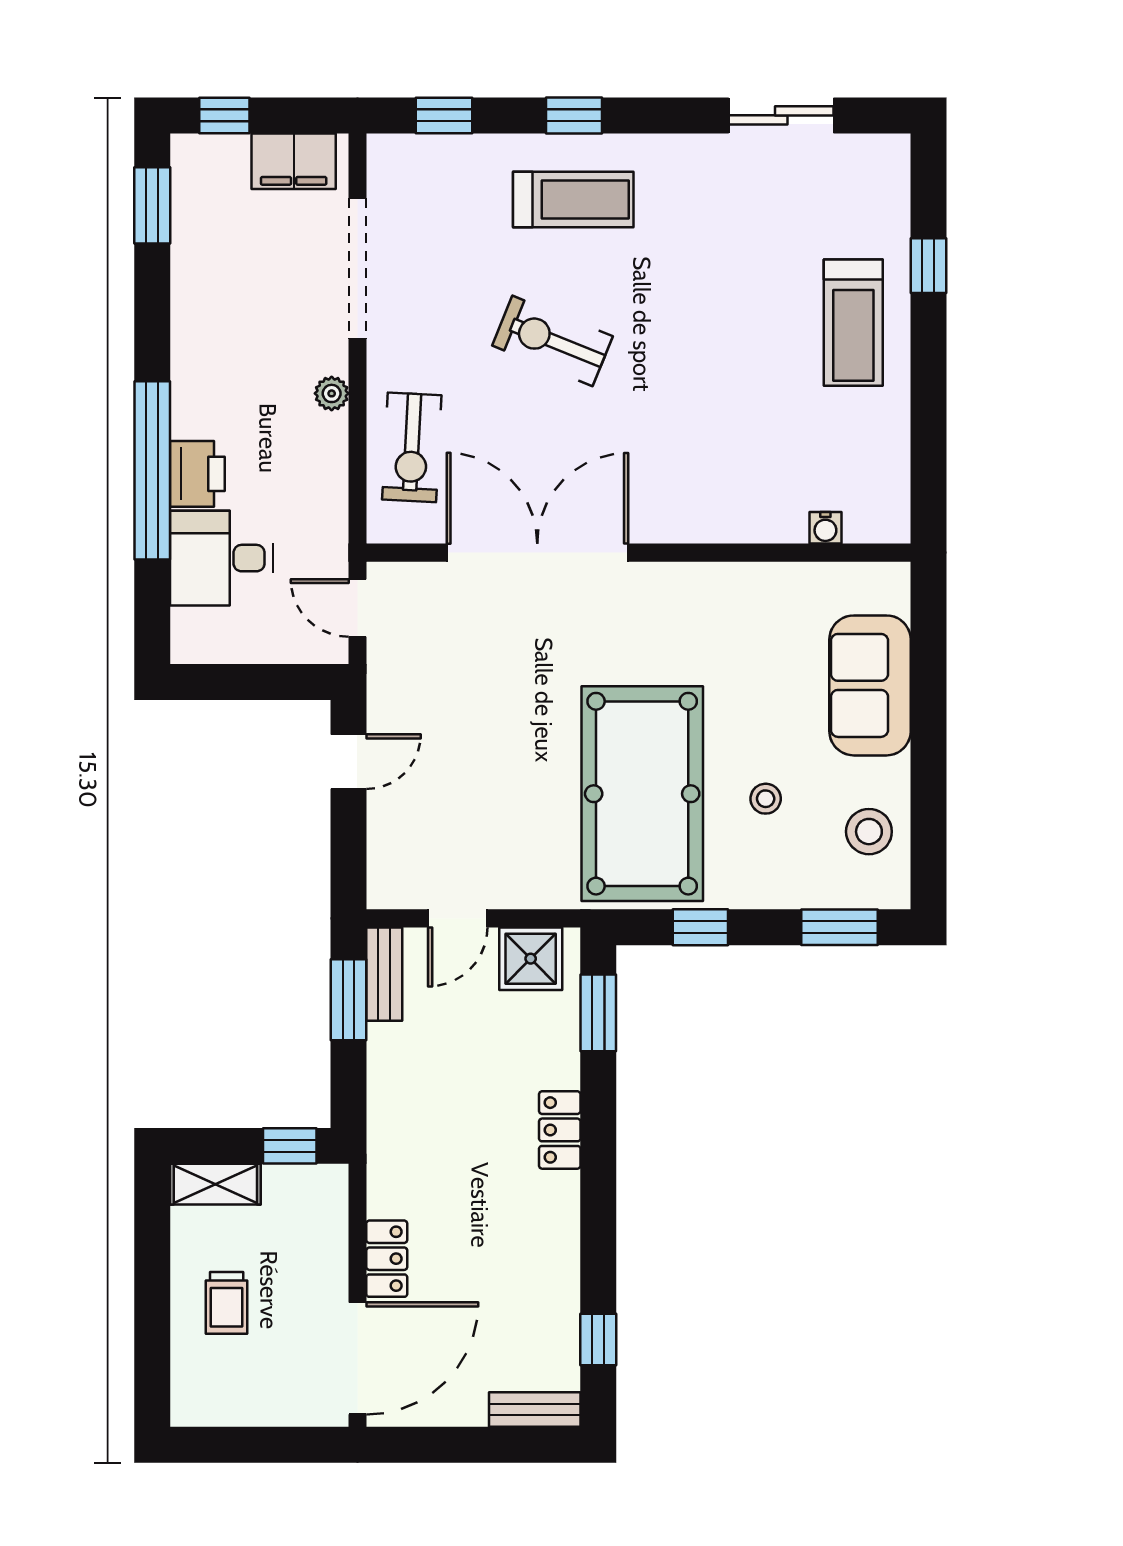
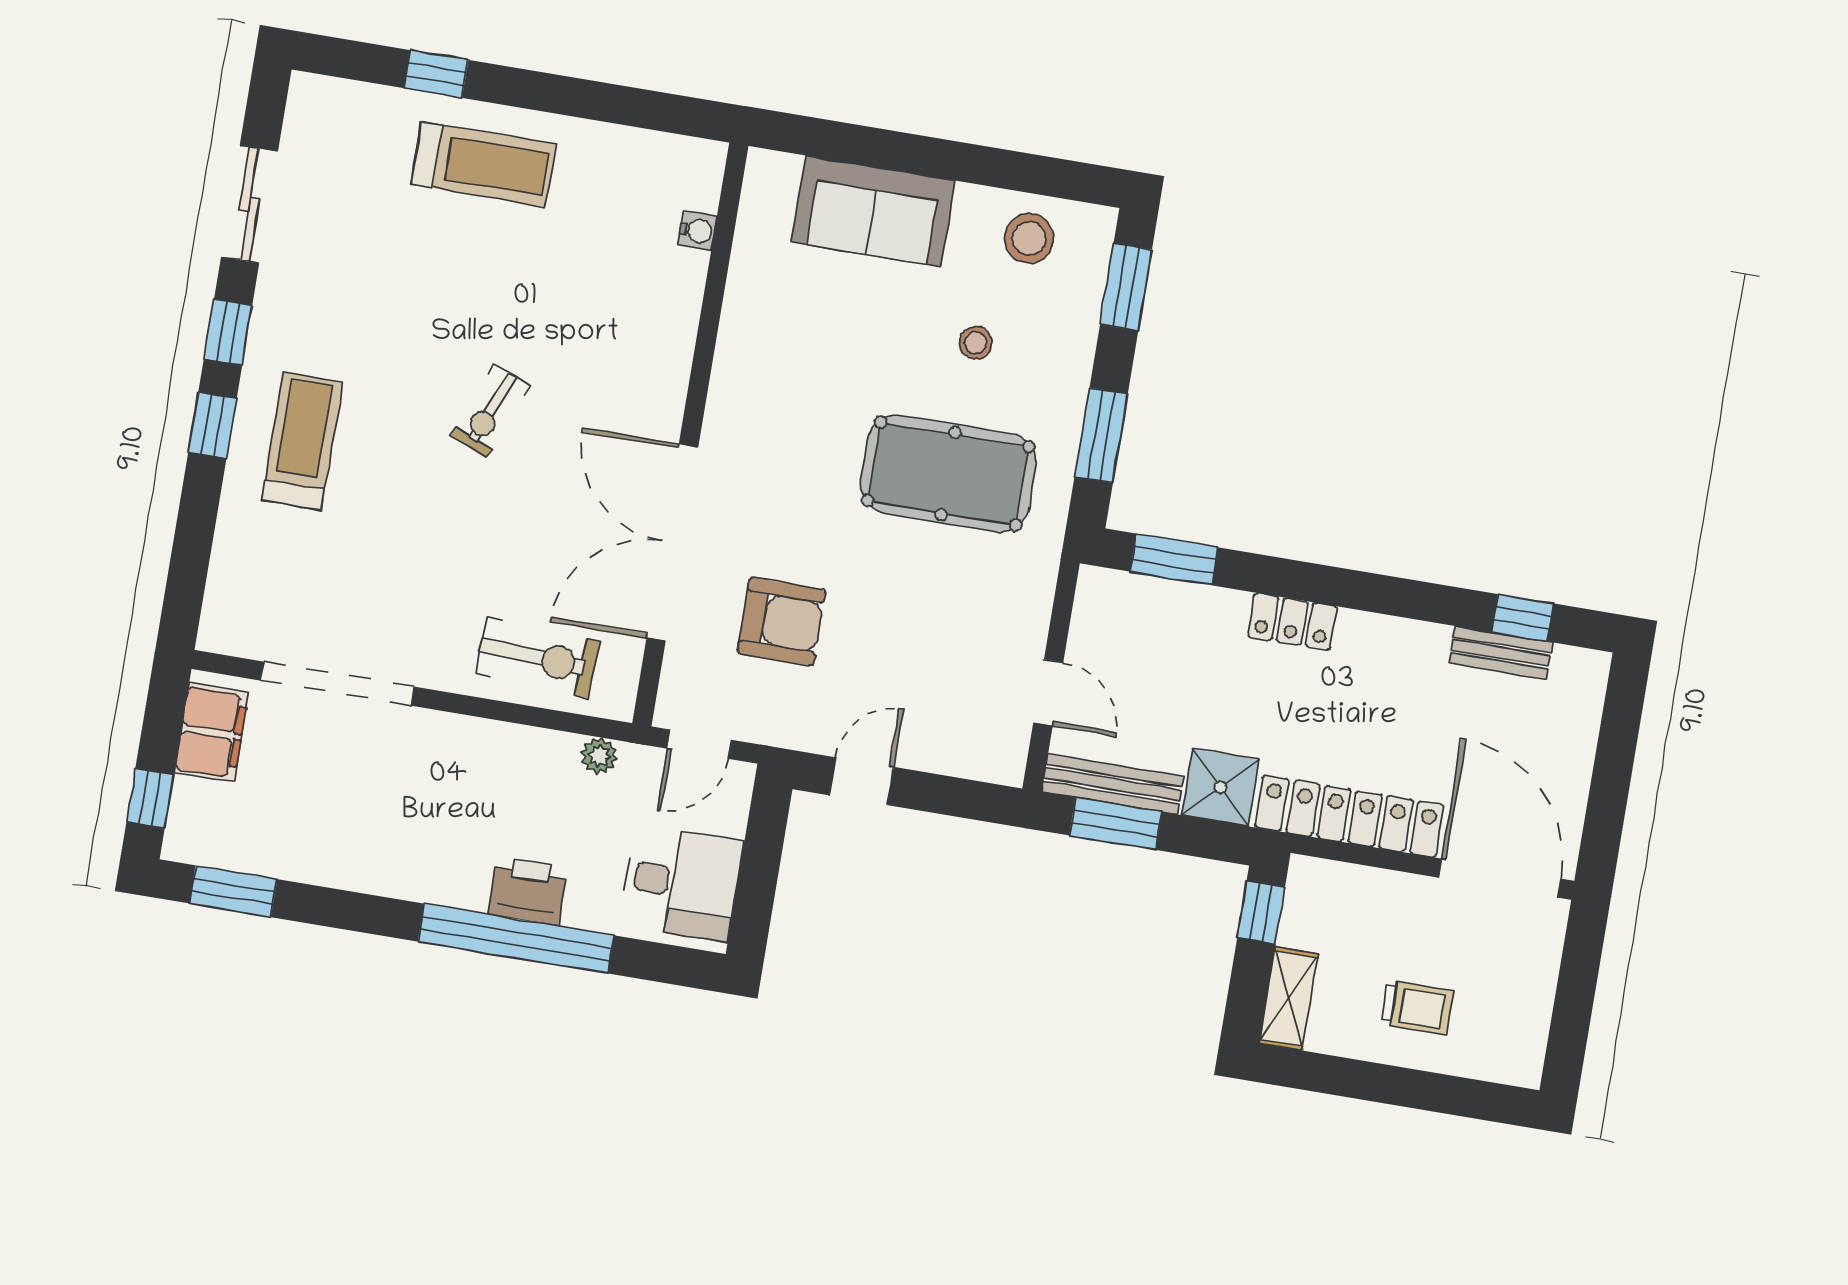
window: (444, 115) -> (228, 332), moved
exercise bike: (552, 341) -> (491, 411), moved, width x0.73, depth x0.72
plant: (332, 393) -> (599, 756), moved
desk: (221, 558) -> (681, 883), moved, turned -90
armchair: (482, 664) -> (781, 621), added
door: (349, 762) -> (862, 781), hinge flipped
pool table: (642, 794) -> (948, 474), width x0.73, depth x0.76
window: (700, 927) -> (1101, 435), width x1.50
shower: (531, 959) -> (1220, 787), moved
bench: (384, 974) -> (1113, 784), width x1.36
locker: (387, 1259) -> (1350, 816), width x2.16, depth x1.21
bench: (535, 1409) -> (1501, 653), moved, turned 90

